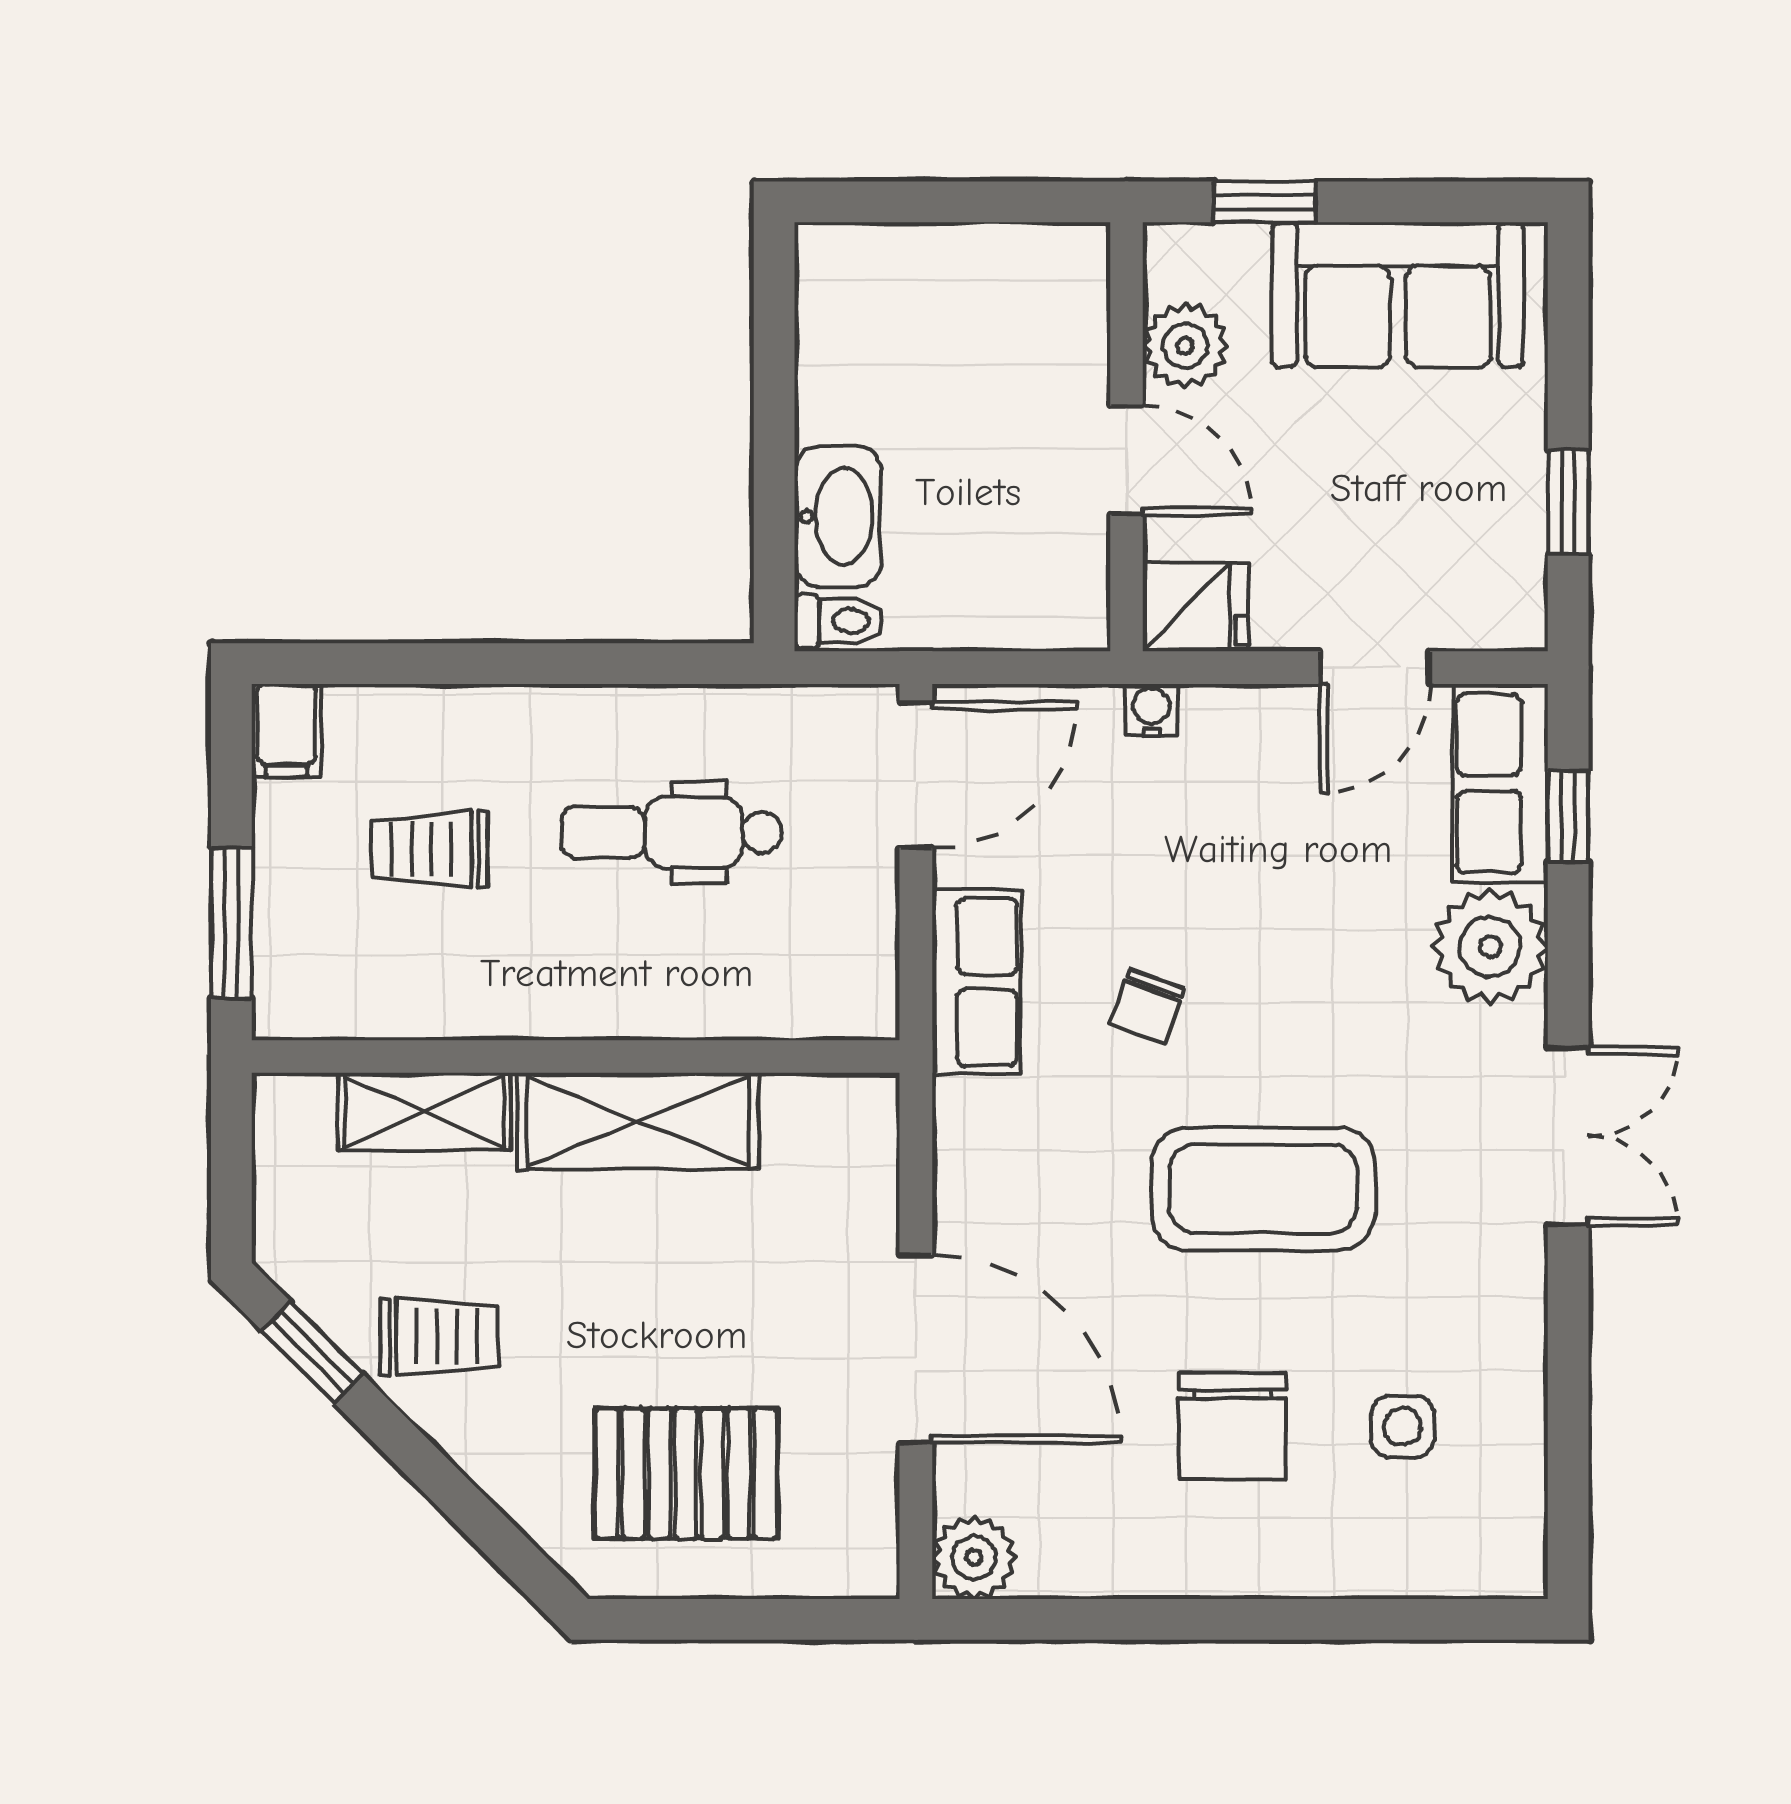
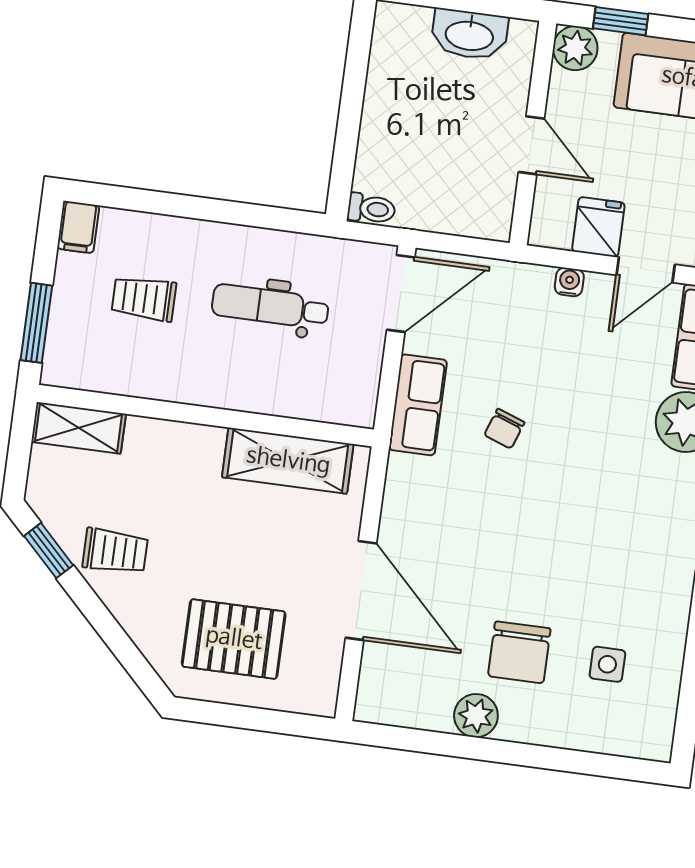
plant: (1185, 346) -> (575, 48), moved
washbasin: (838, 516) -> (469, 35), moved, turned 90
fridge: (1196, 607) -> (598, 227), moved, turned -90
water cooler: (1151, 710) -> (569, 282), moved
shelving: (424, 1112) -> (79, 428), moved
shelving: (638, 1121) -> (288, 461), moved
coffee table: (1263, 1189) -> (552, 532), removed
plant: (974, 1557) -> (476, 716), moved

